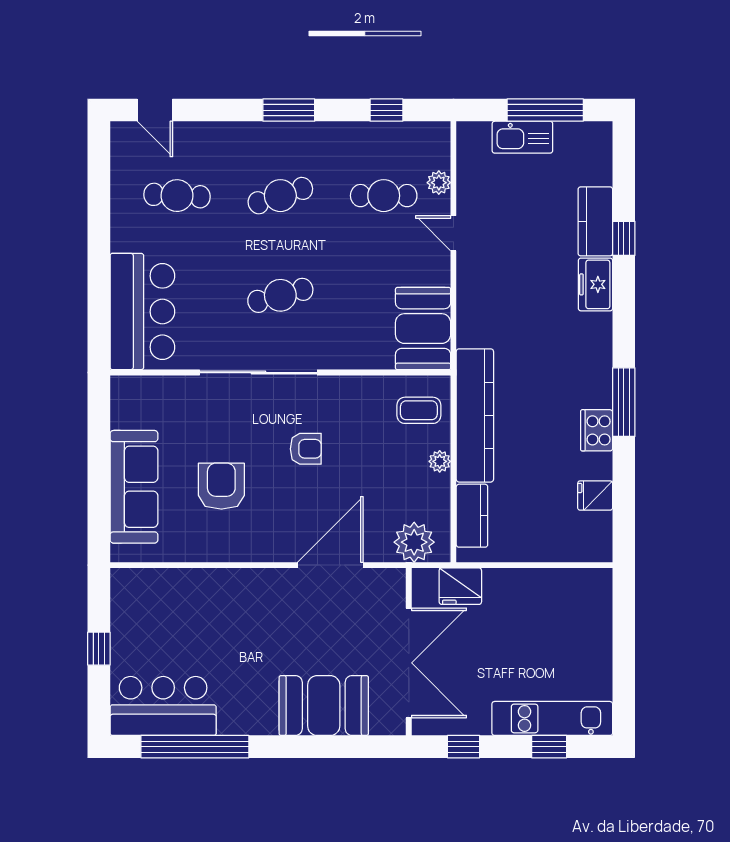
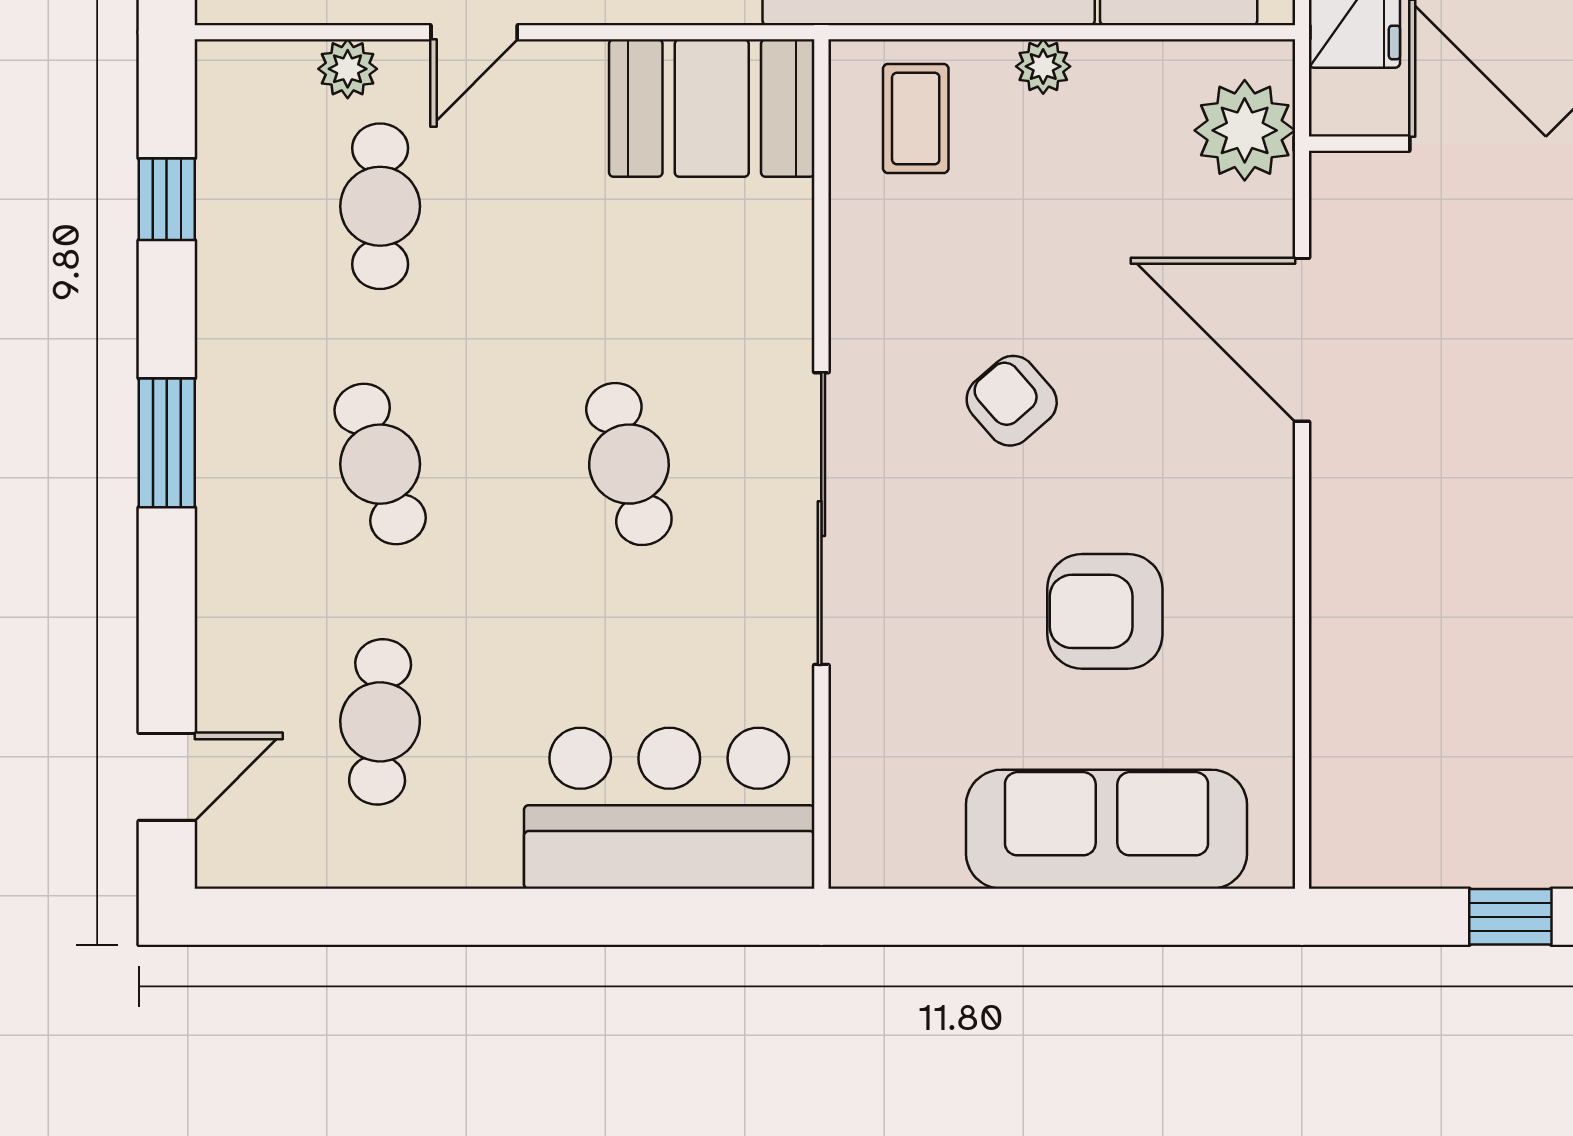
armchair: (306, 449) -> (1012, 401), turned -41

